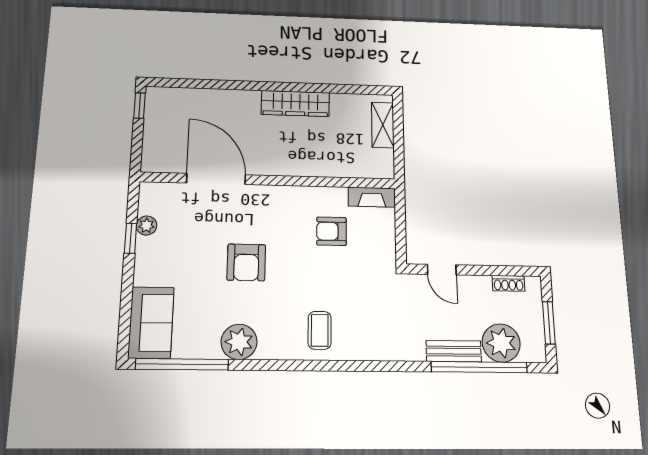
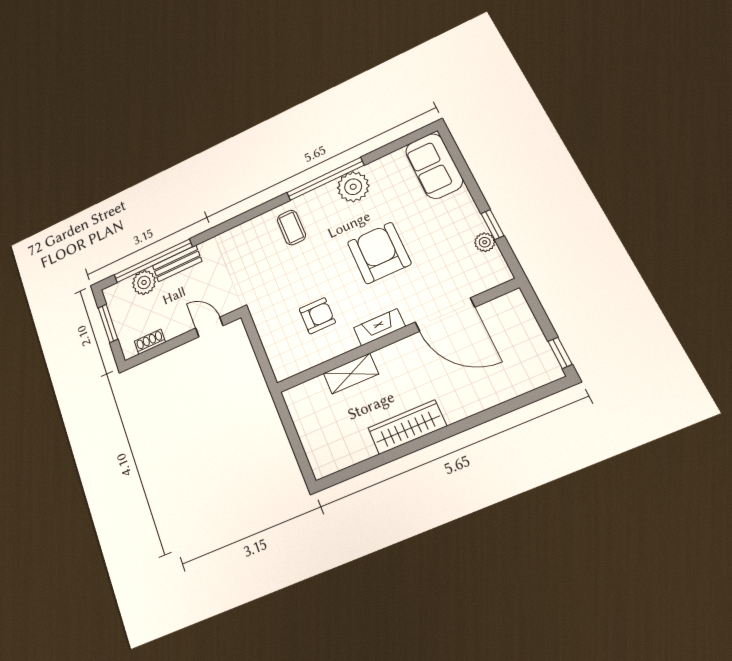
shelving: (383, 125) -> (351, 374), moved, turned 90
fireplace: (372, 197) -> (379, 327), moved
armchair: (246, 262) -> (379, 253), width x1.36, depth x1.36
plant: (501, 343) -> (144, 282), width x0.73, depth x0.73
window: (182, 364) -> (325, 179), moved

